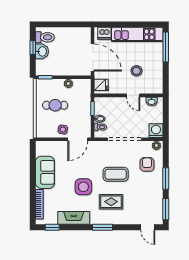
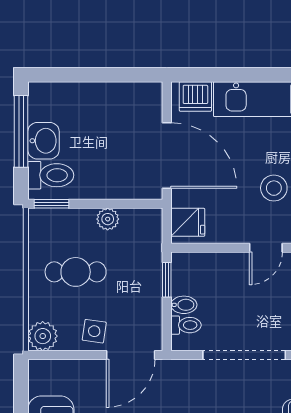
toilet: (45, 37) -> (51, 175), moved
window: (33, 48) -> (21, 131), width x2.17
door: (133, 95) -> (266, 248), hinge flipped
plant: (42, 132) -> (43, 336), added

